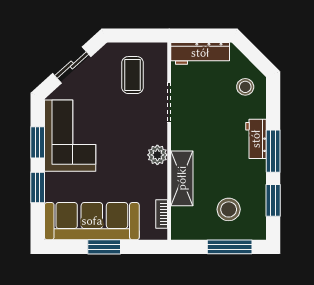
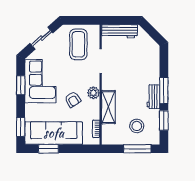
coffee table: (133, 75) -> (78, 44), width x1.36, depth x1.32
stool: (245, 87) -> (147, 51), removed
workbench: (256, 139) -> (153, 97), moved
armchair: (123, 166) -> (73, 99), added
window: (38, 187) -> (21, 127), moved
window: (104, 247) -> (48, 149), moved

